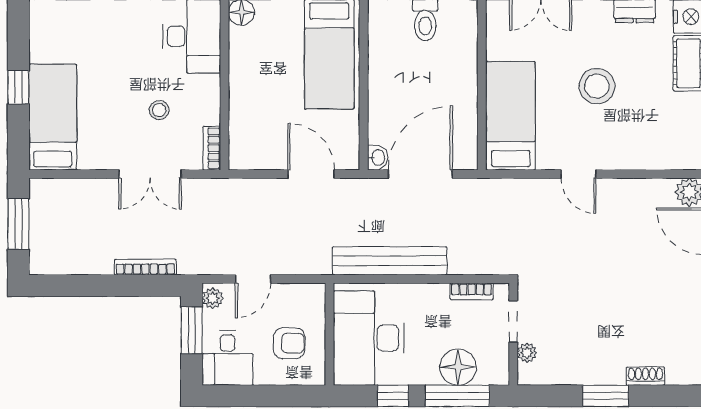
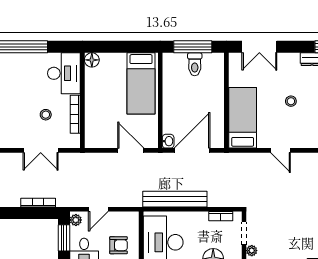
stool: (597, 86) -> (291, 101), width x0.53, depth x0.53
bookcase: (212, 148) -> (75, 114), moved, width x1.56

